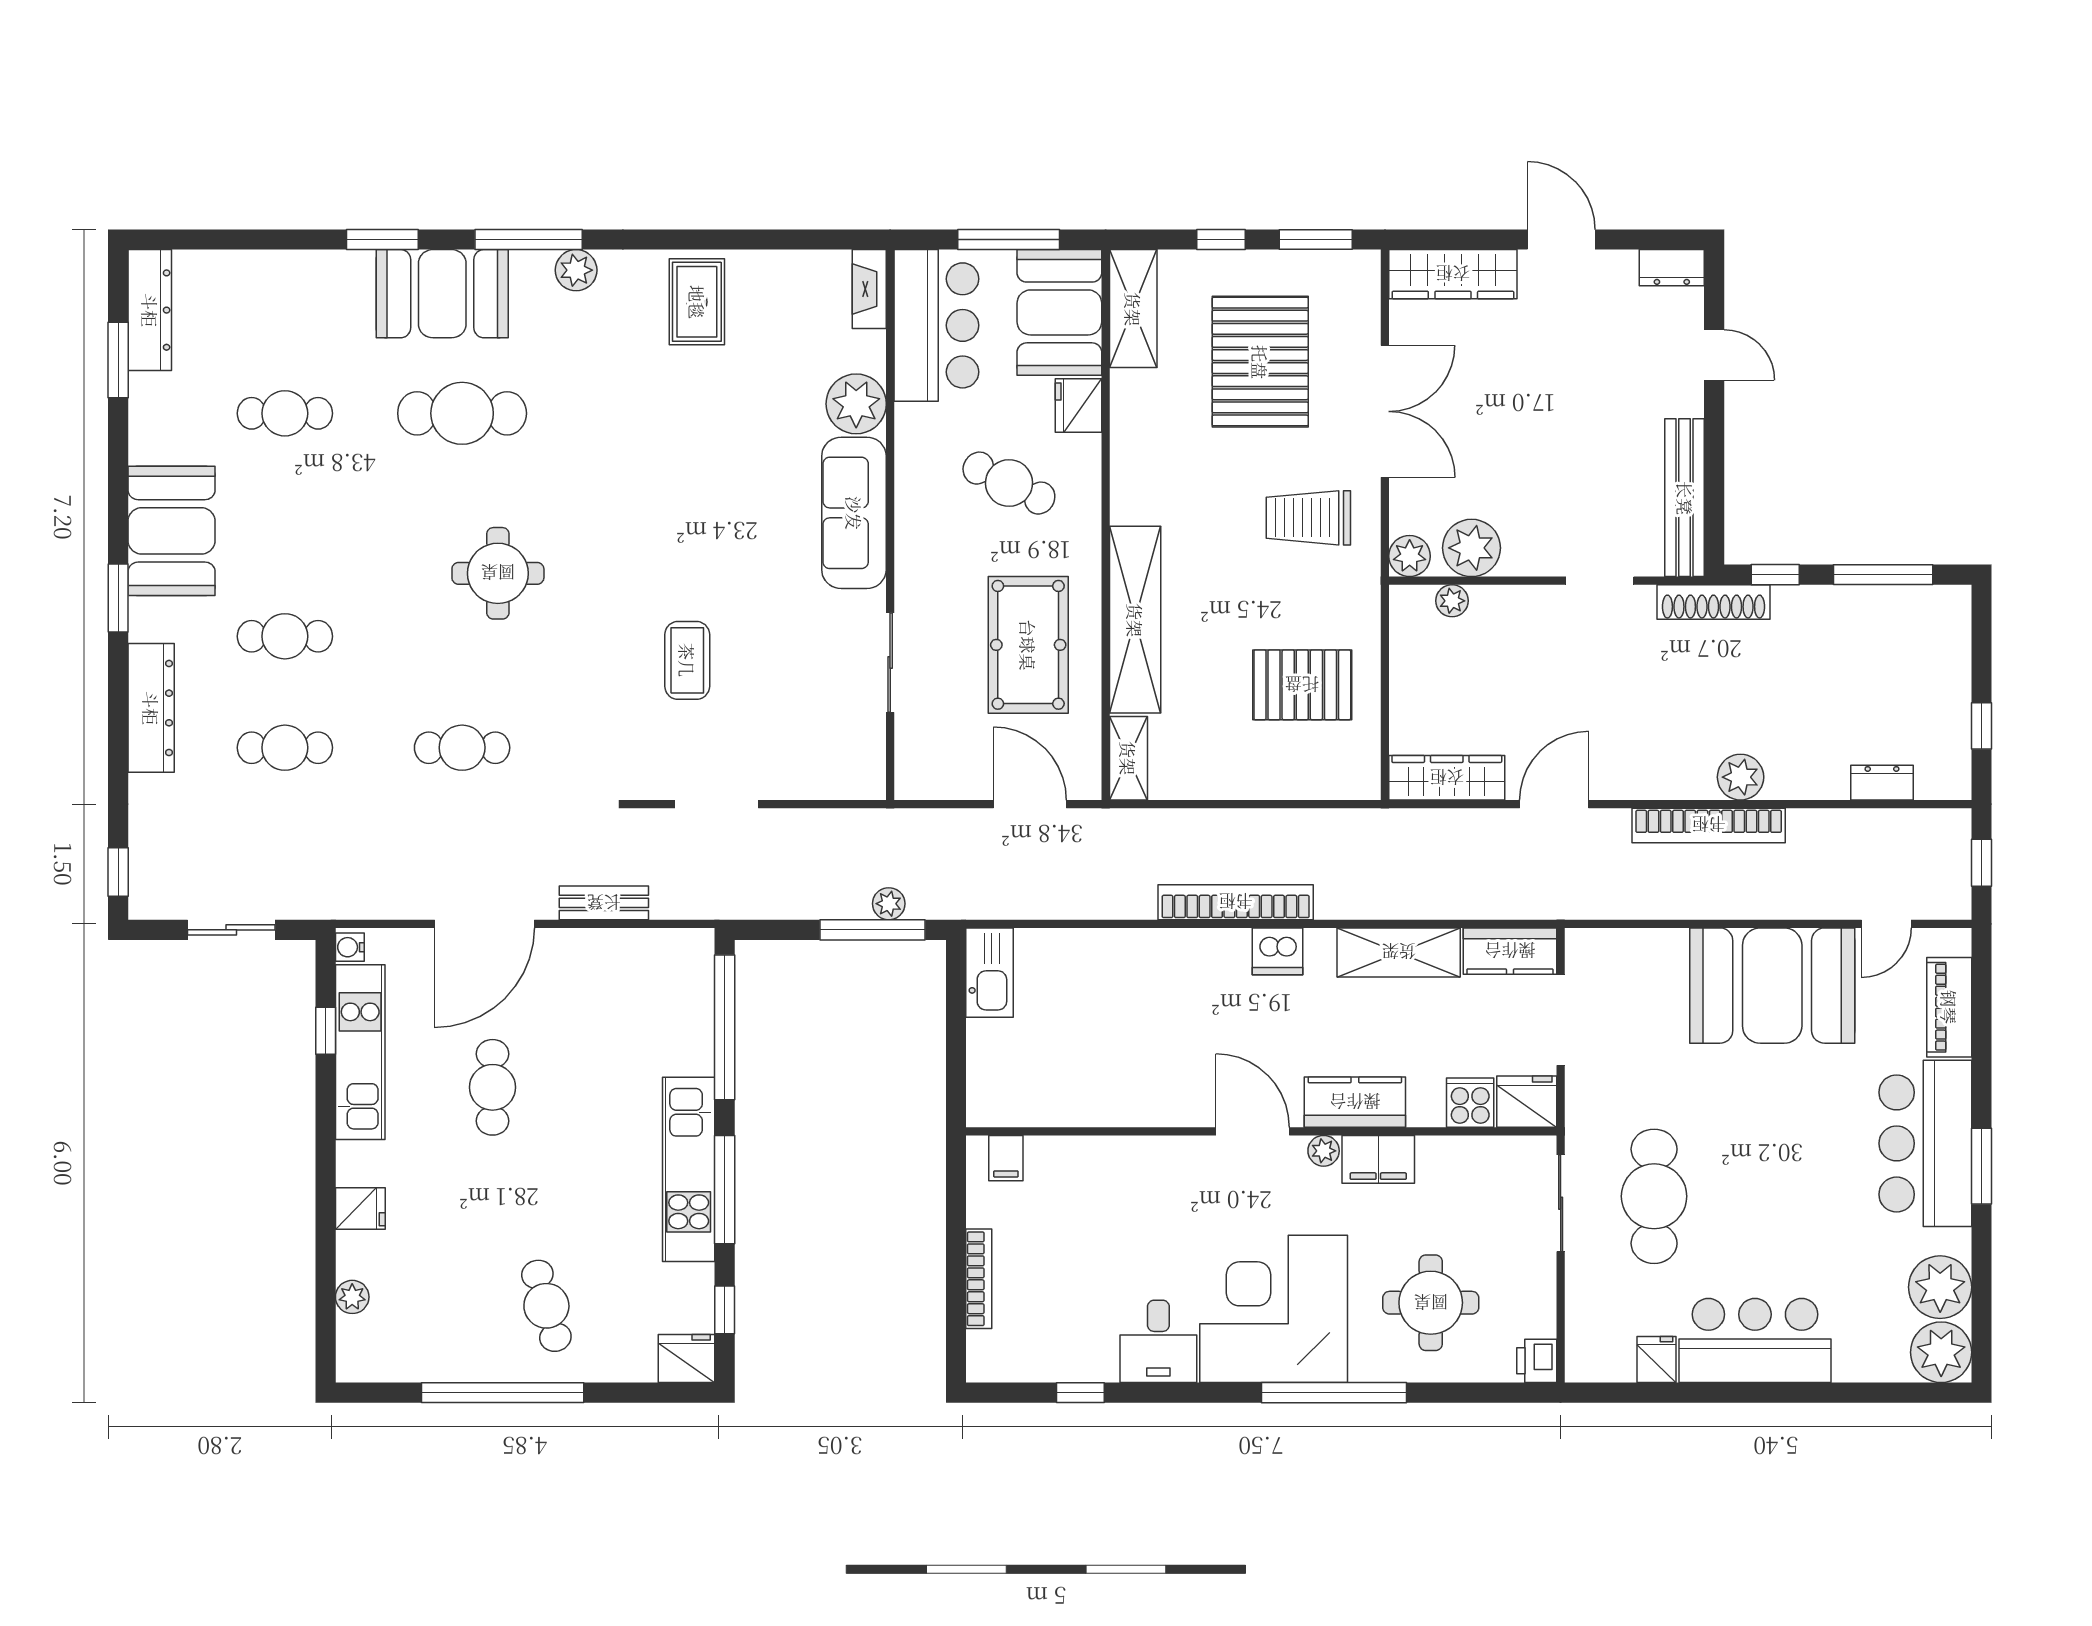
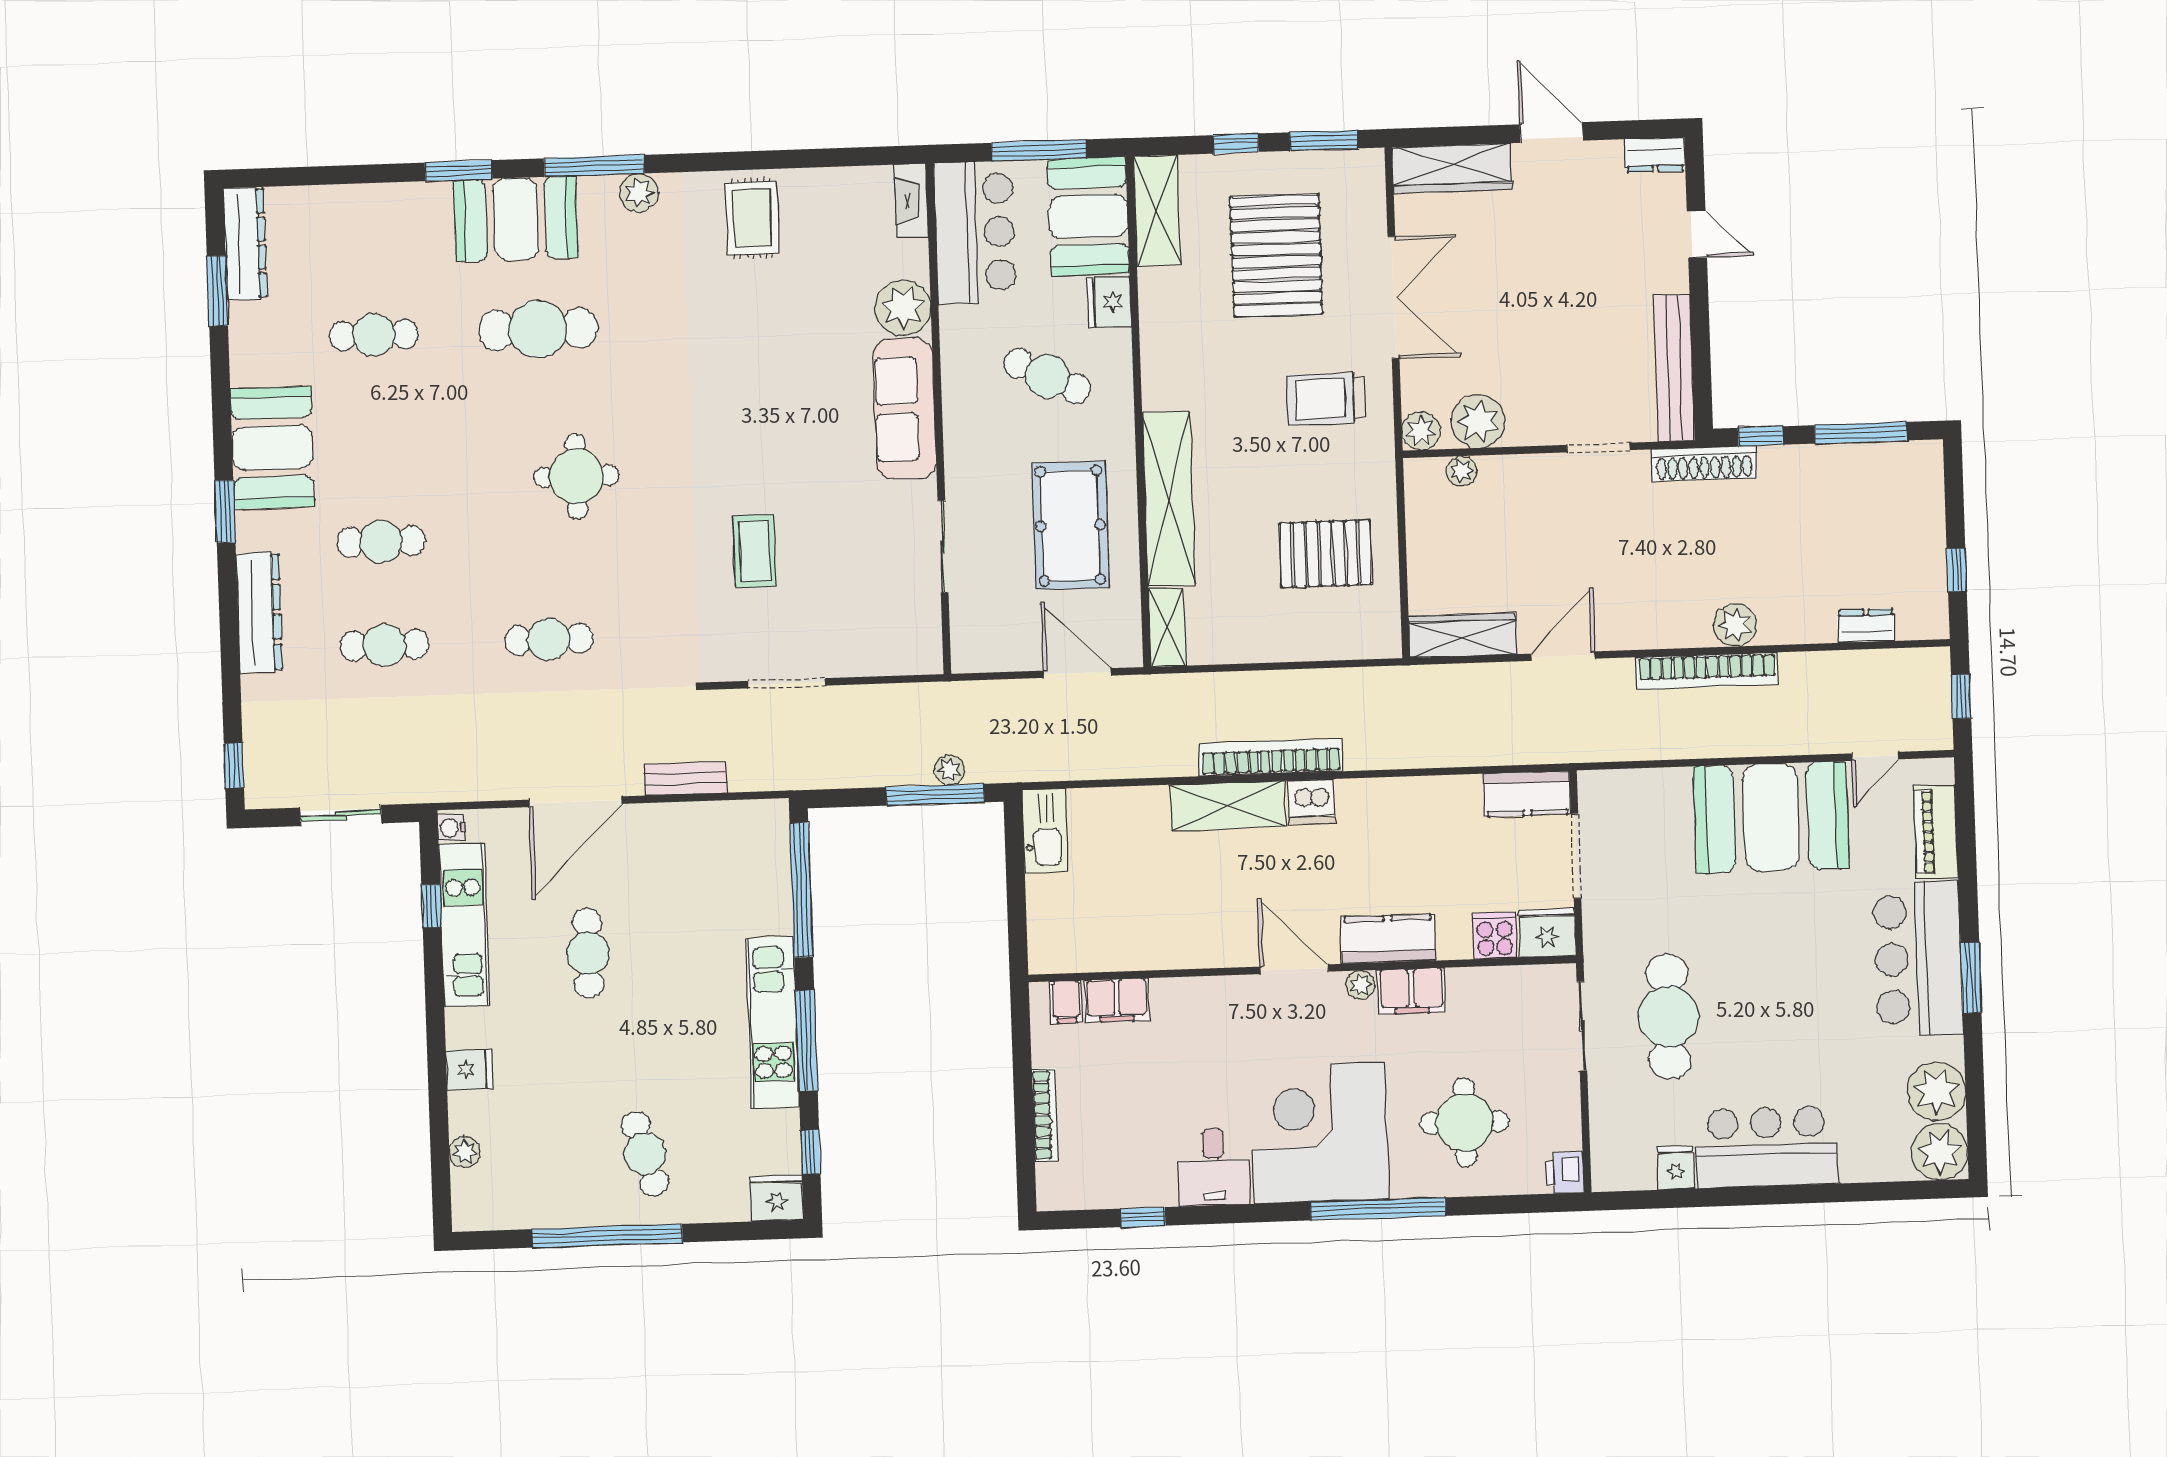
shelving: (1399, 952) -> (1228, 806), moved
filing cabinet: (1060, 1158) -> (1117, 1000), added

